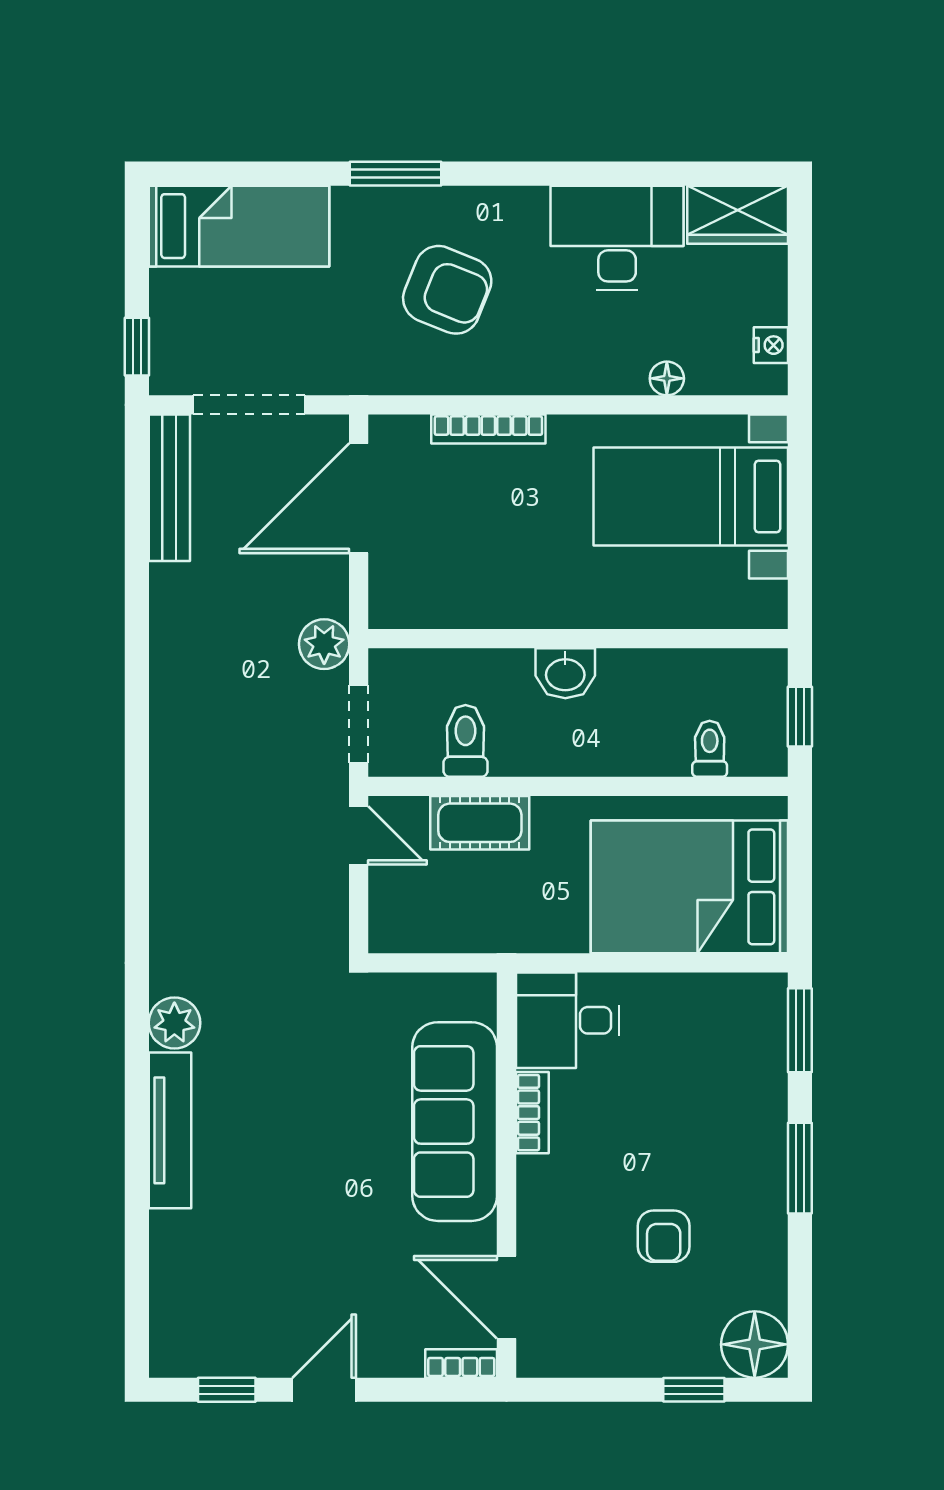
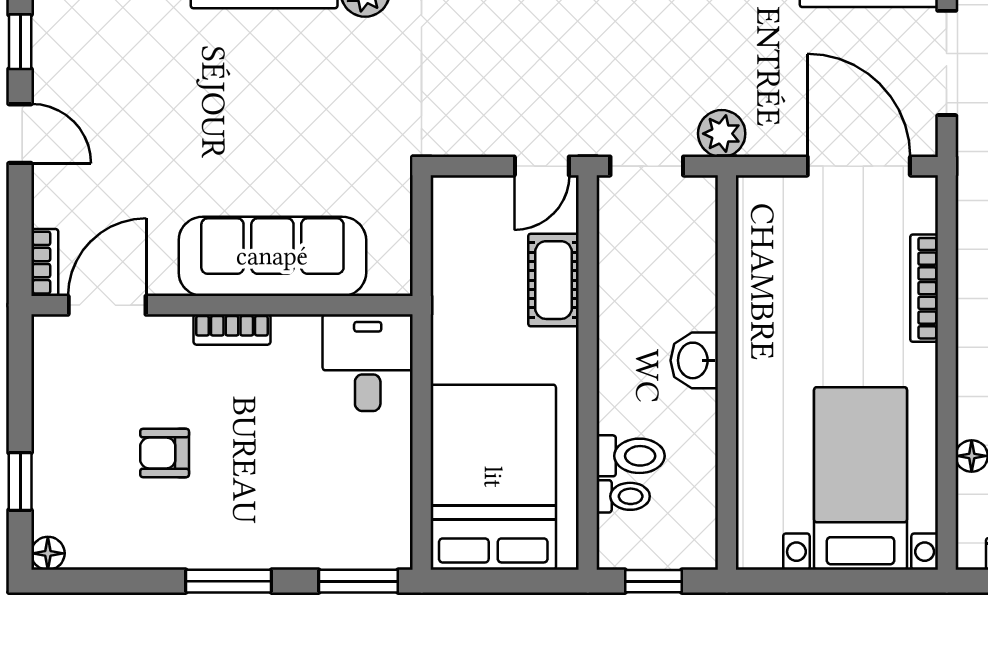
toilet: (465, 741) -> (631, 456), moved
bookcase: (532, 1113) -> (232, 329), moved
floor lamp: (755, 1344) -> (48, 553), width x0.53, depth x0.53

